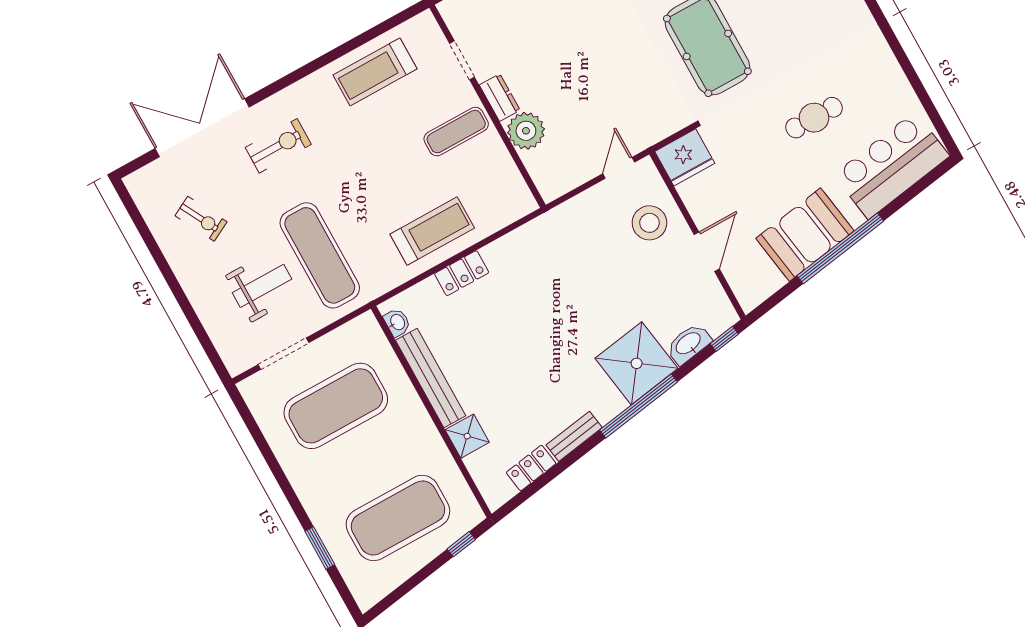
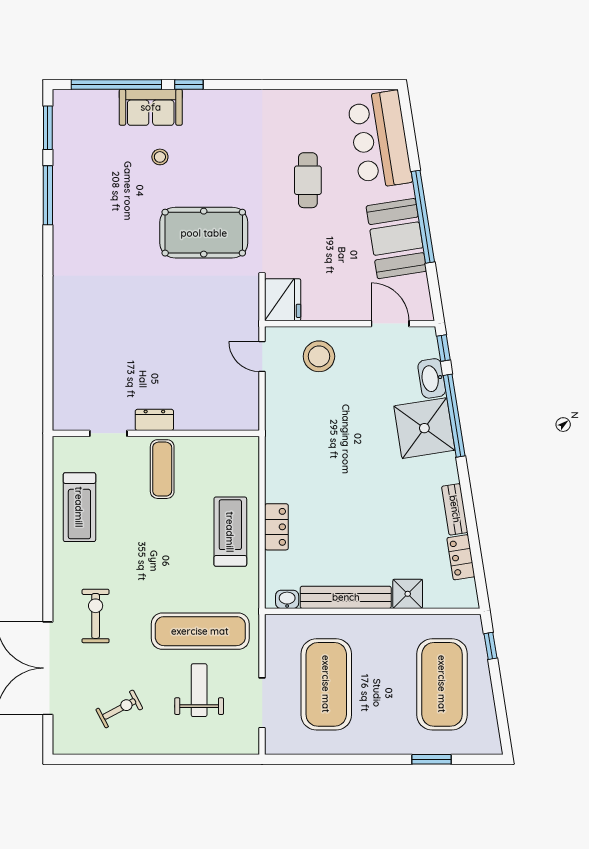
plant: (526, 131) -> (192, 414), removed
door: (707, 252) -> (390, 324), moved
window: (638, 406) -> (454, 416), moved

